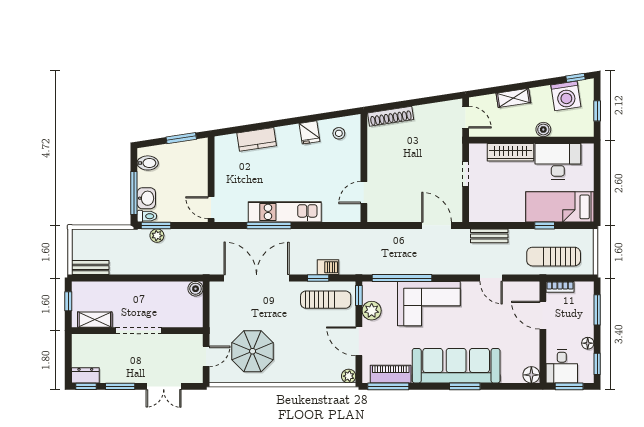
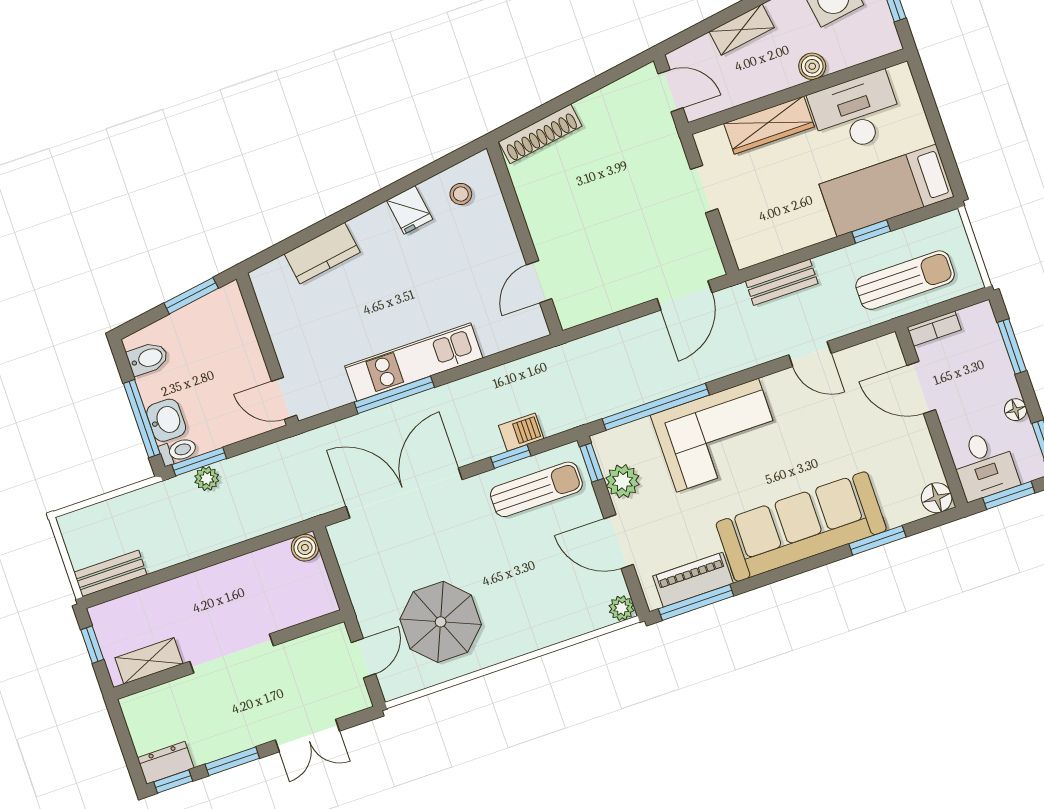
door: (437, 225) -> (684, 295), swing flipped
sun lounger: (554, 257) -> (905, 280), turned 180
window: (465, 386) -> (877, 540), moved

